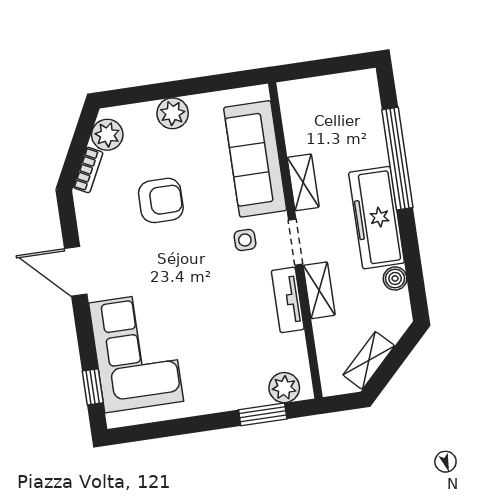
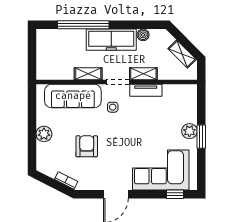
plant: (107, 135) -> (50, 168), removed
plant: (284, 388) -> (189, 131), moved
window: (263, 414) -> (201, 137), moved

